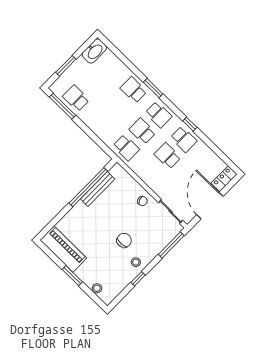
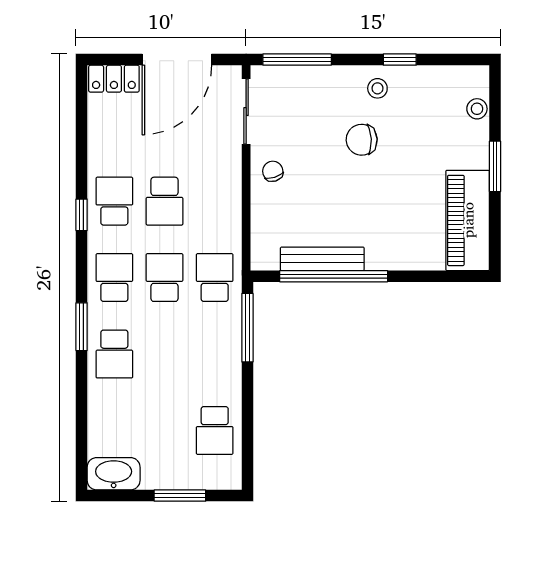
window: (63, 106) -> (247, 328), moved
school desk: (142, 131) -> (164, 278), turned 180

